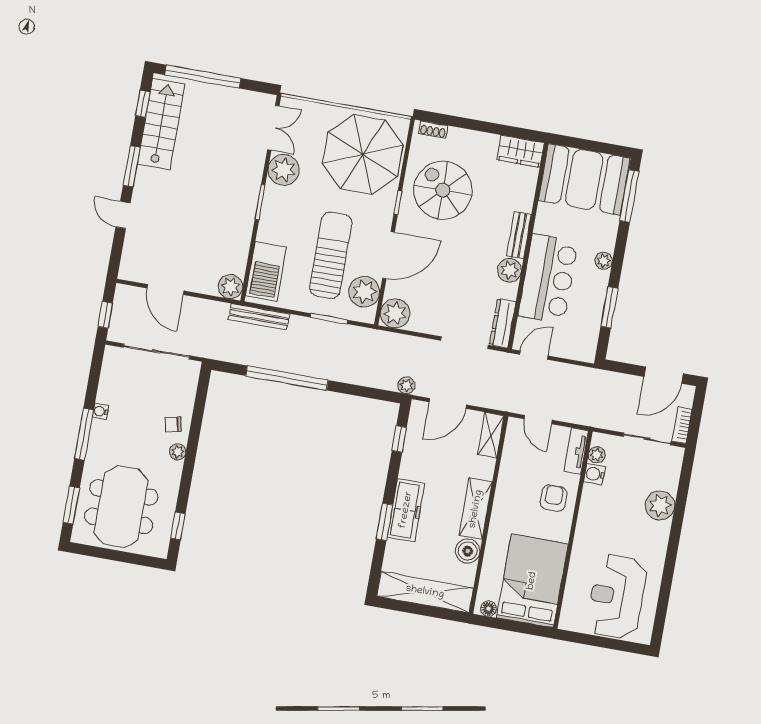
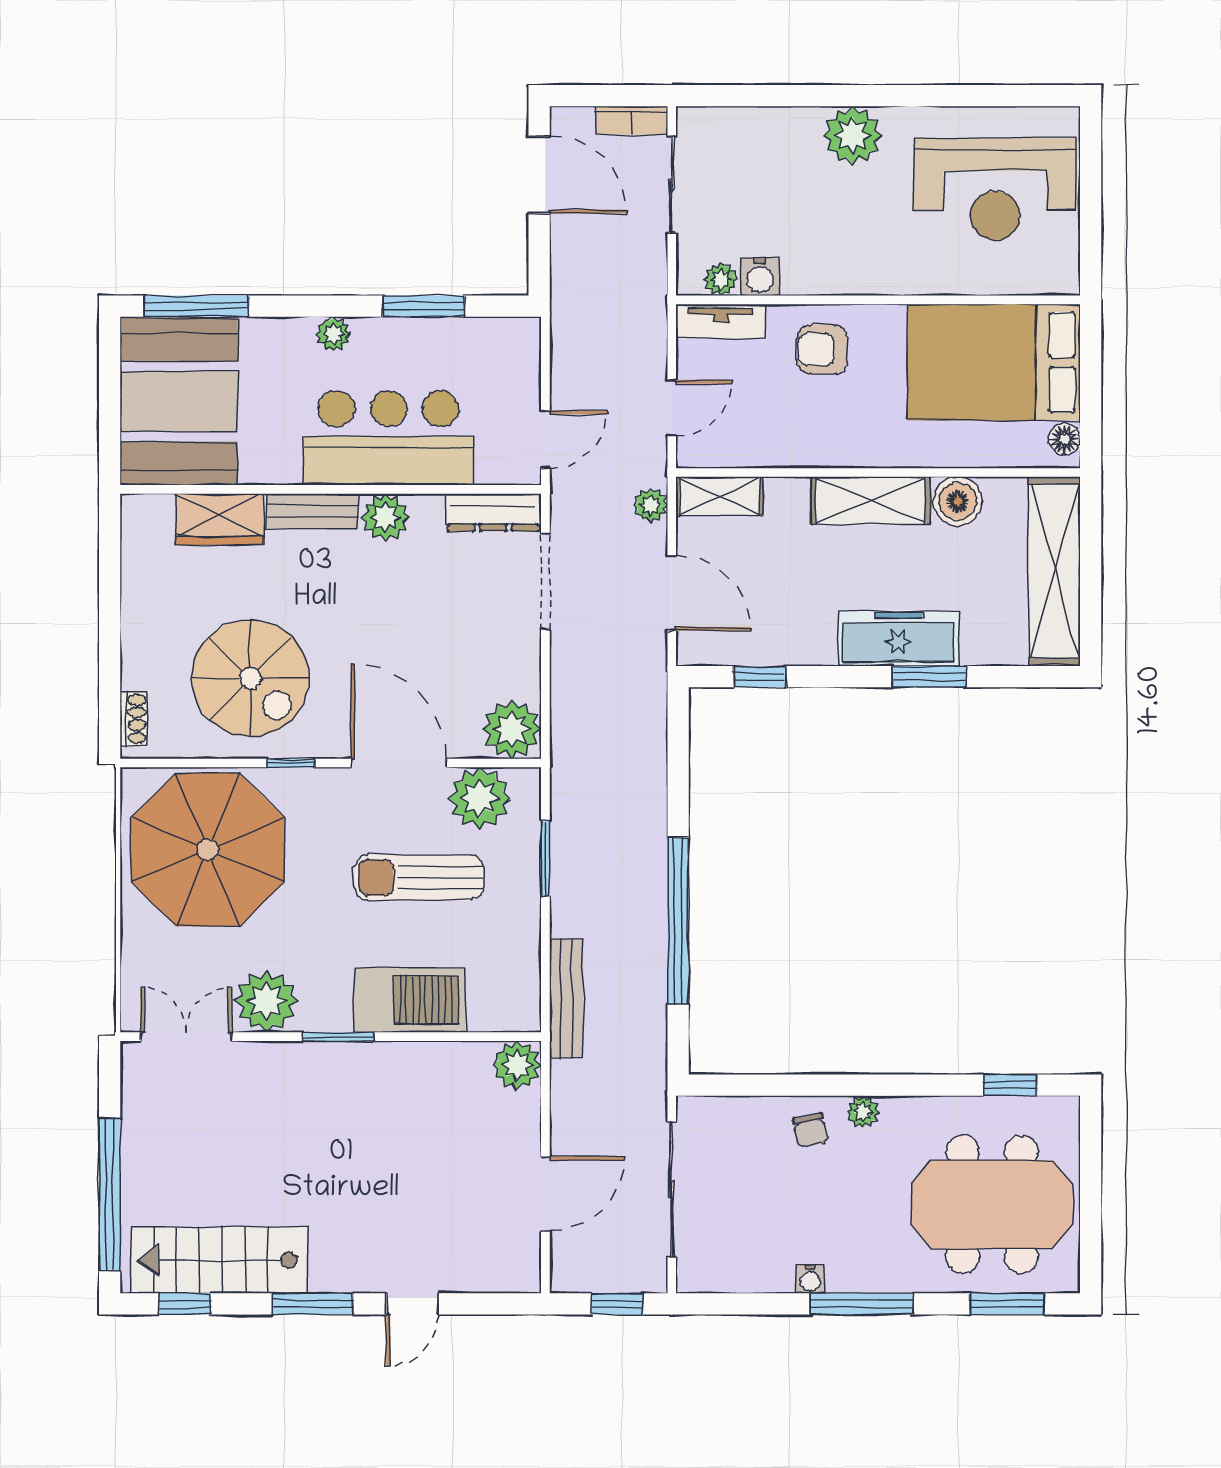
wardrobe: (521, 151) -> (219, 519), moved, turned 90
spiral stairs: (443, 190) -> (250, 678), turned -90
sun lounger: (331, 255) -> (419, 877), width x0.73, depth x0.75
barbecue: (266, 271) -> (409, 1000), moved
door: (534, 355) -> (545, 439), swing flipped
plant: (406, 385) -> (651, 505), moved
plant: (660, 506) -> (853, 136), moved

